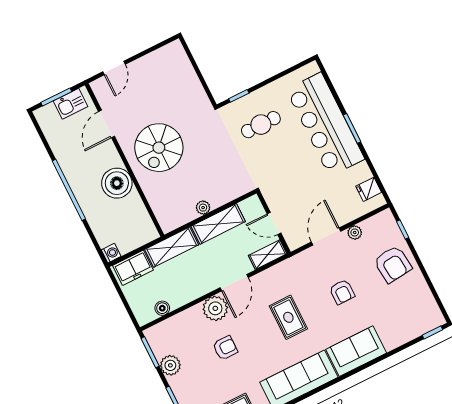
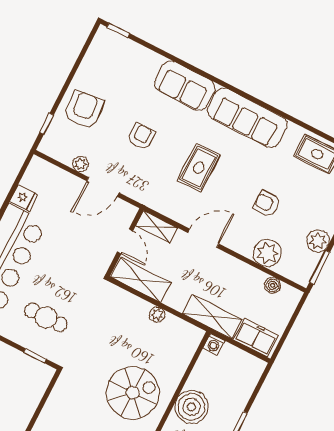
fridge: (369, 189) -> (24, 198), moved
shelving: (218, 224) -> (141, 280), moved
washing machine: (111, 253) -> (214, 344), moved, turned -90
plant: (215, 308) -> (267, 253), moved

